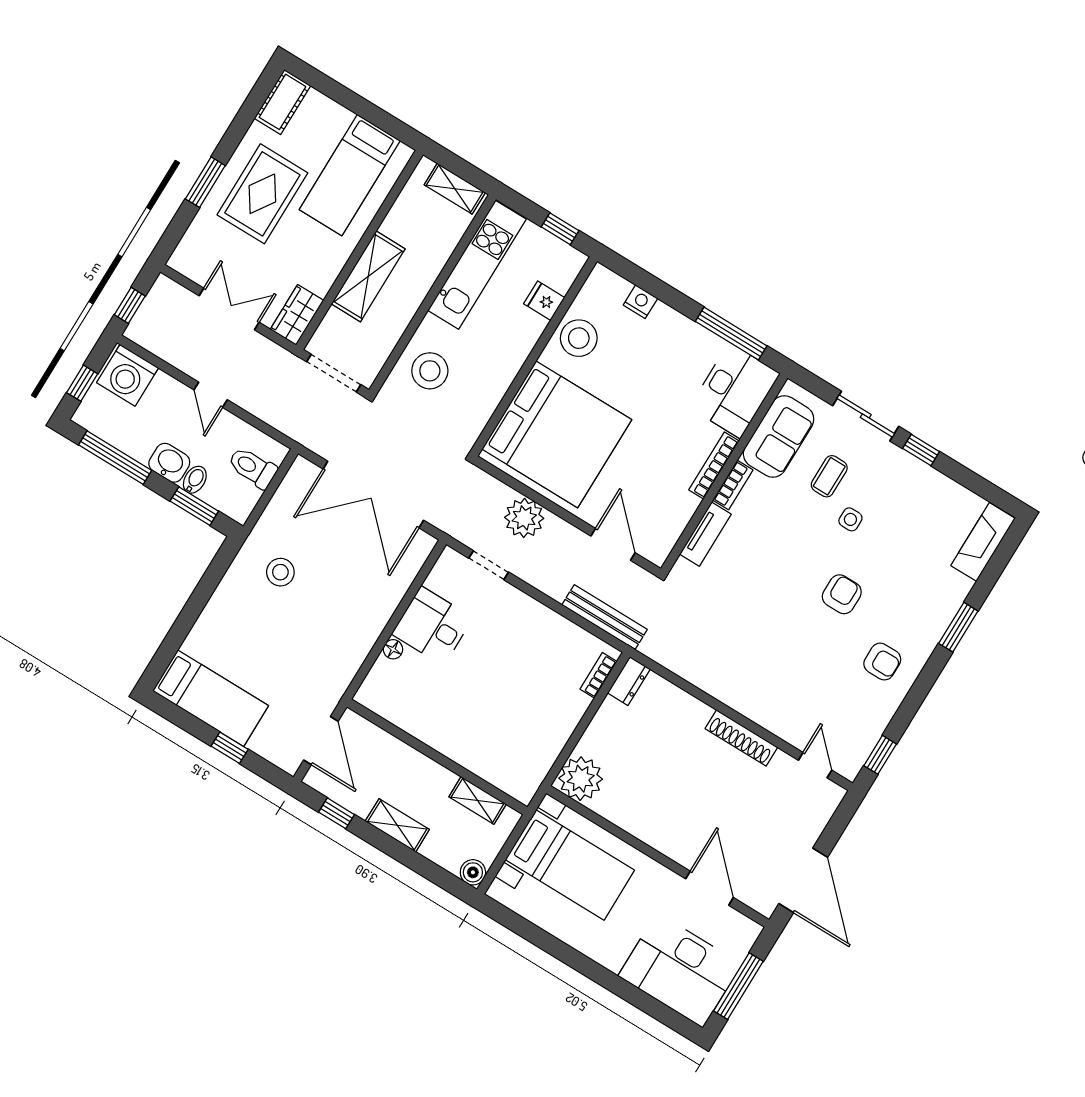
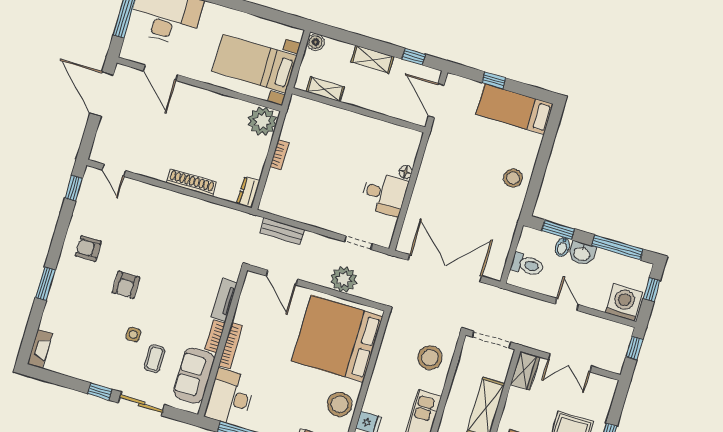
fireplace: (983, 542) -> (40, 349), width x0.73, depth x0.76
stool: (280, 572) -> (513, 178), moved
bench: (605, 617) -> (282, 231), width x0.73
bookcase: (598, 675) -> (279, 155), moved
shoe rack: (741, 738) -> (191, 183), moved

